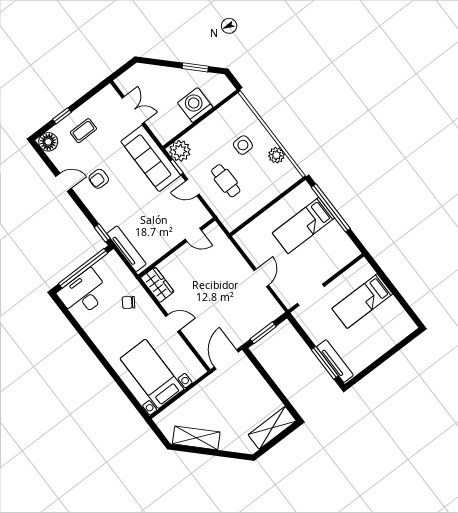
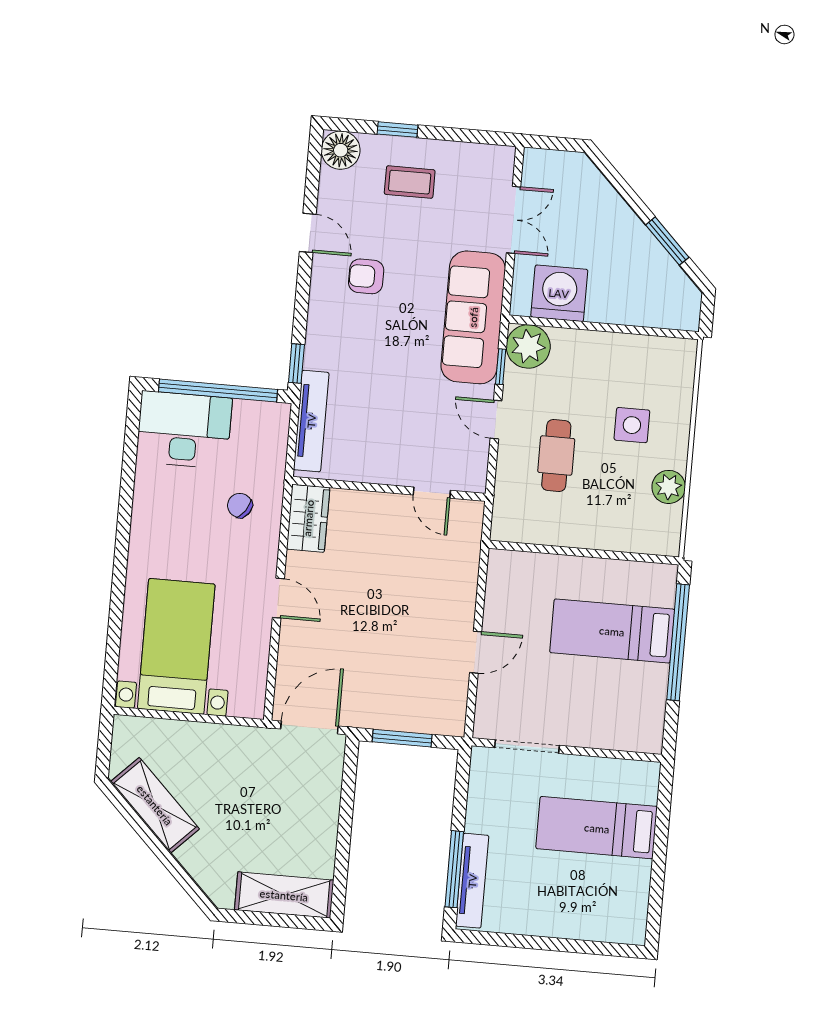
washing machine: (195, 105) -> (559, 293), moved

